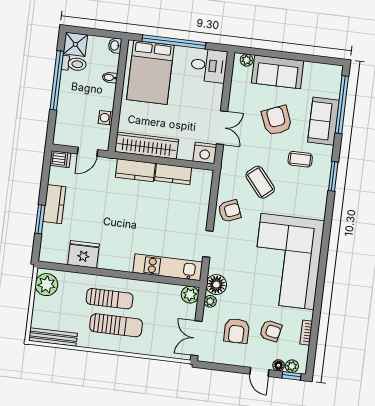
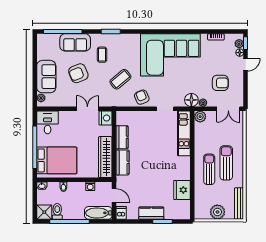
bathtub: (64, 125) -> (98, 213), added
plant: (46, 285) -> (217, 212), moved
armchair: (271, 331) -> (218, 60), removed

